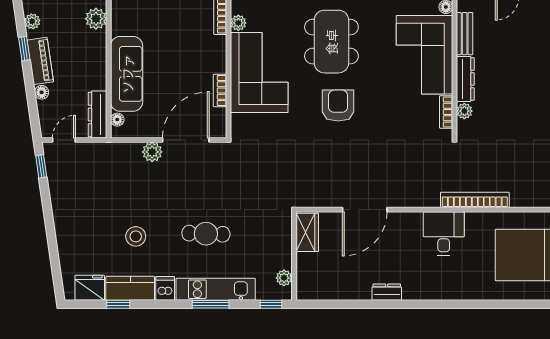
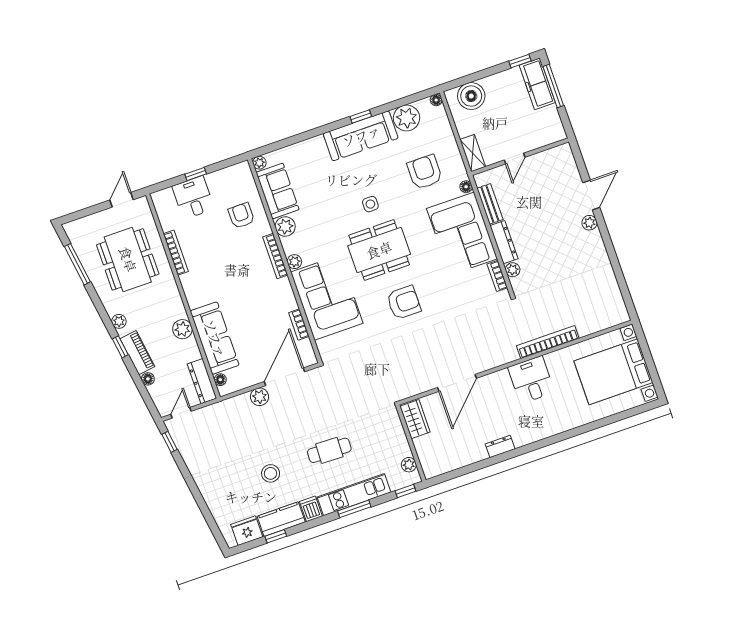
plant: (96, 19) -> (182, 329), moved
dining table: (331, 42) -> (379, 250), turned 90
armchair: (338, 106) -> (404, 302), turned 90

